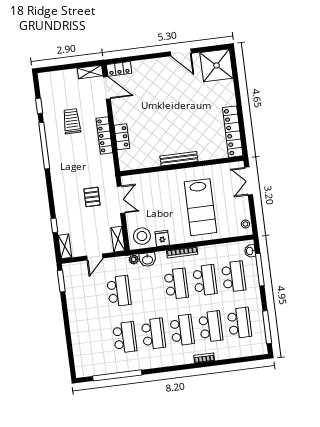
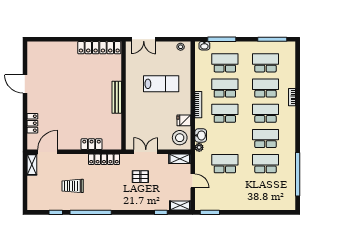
door: (181, 52) -> (25, 84), swing flipped
shower: (217, 65) -> (40, 54), removed
locker: (119, 69) -> (32, 123), moved
locker: (104, 135) -> (104, 159), moved
lab bench: (200, 207) -> (161, 84), width x0.73, depth x0.72

